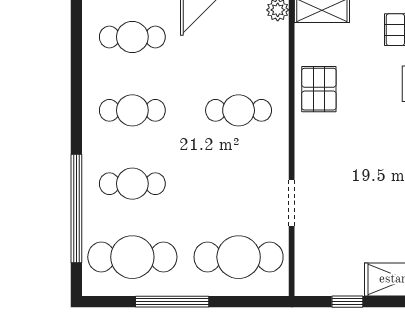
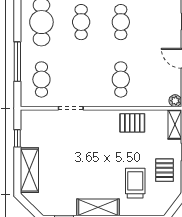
cafe table: (132, 37) -> (160, 22), removed
cafe table: (239, 257) -> (41, 79), width x0.73, depth x0.74
window: (172, 302) -> (17, 62), moved

